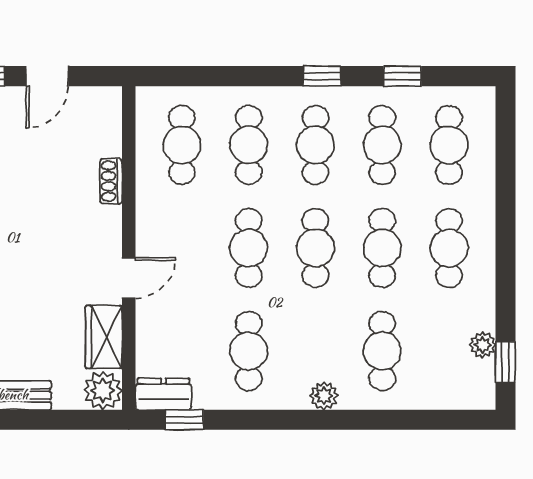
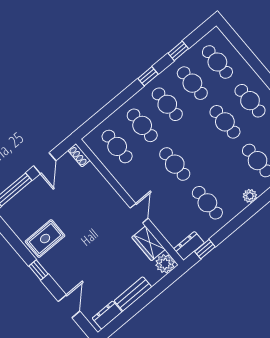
shoe rack: (111, 181) -> (79, 155), moved
cafe table: (315, 248) -> (200, 143), removed

